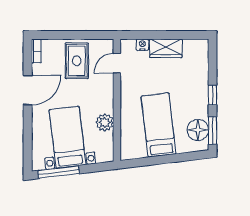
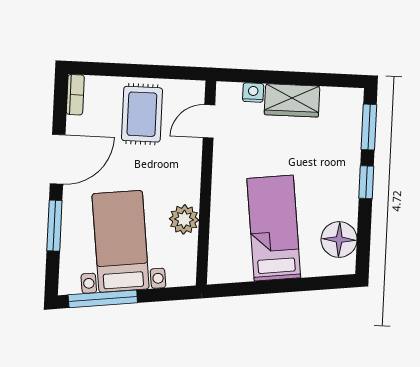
window: (28, 130) -> (54, 226), added
window: (213, 130) -> (369, 127), moved

